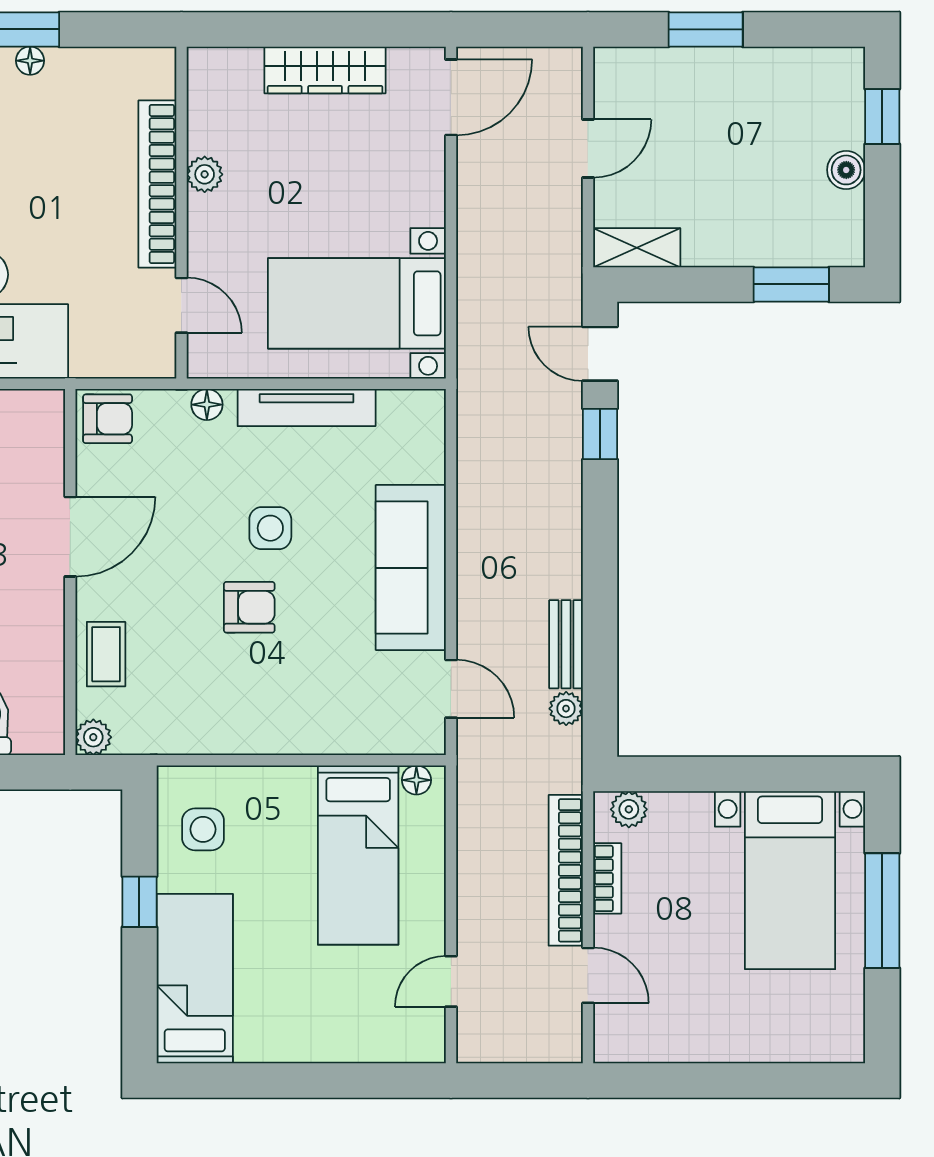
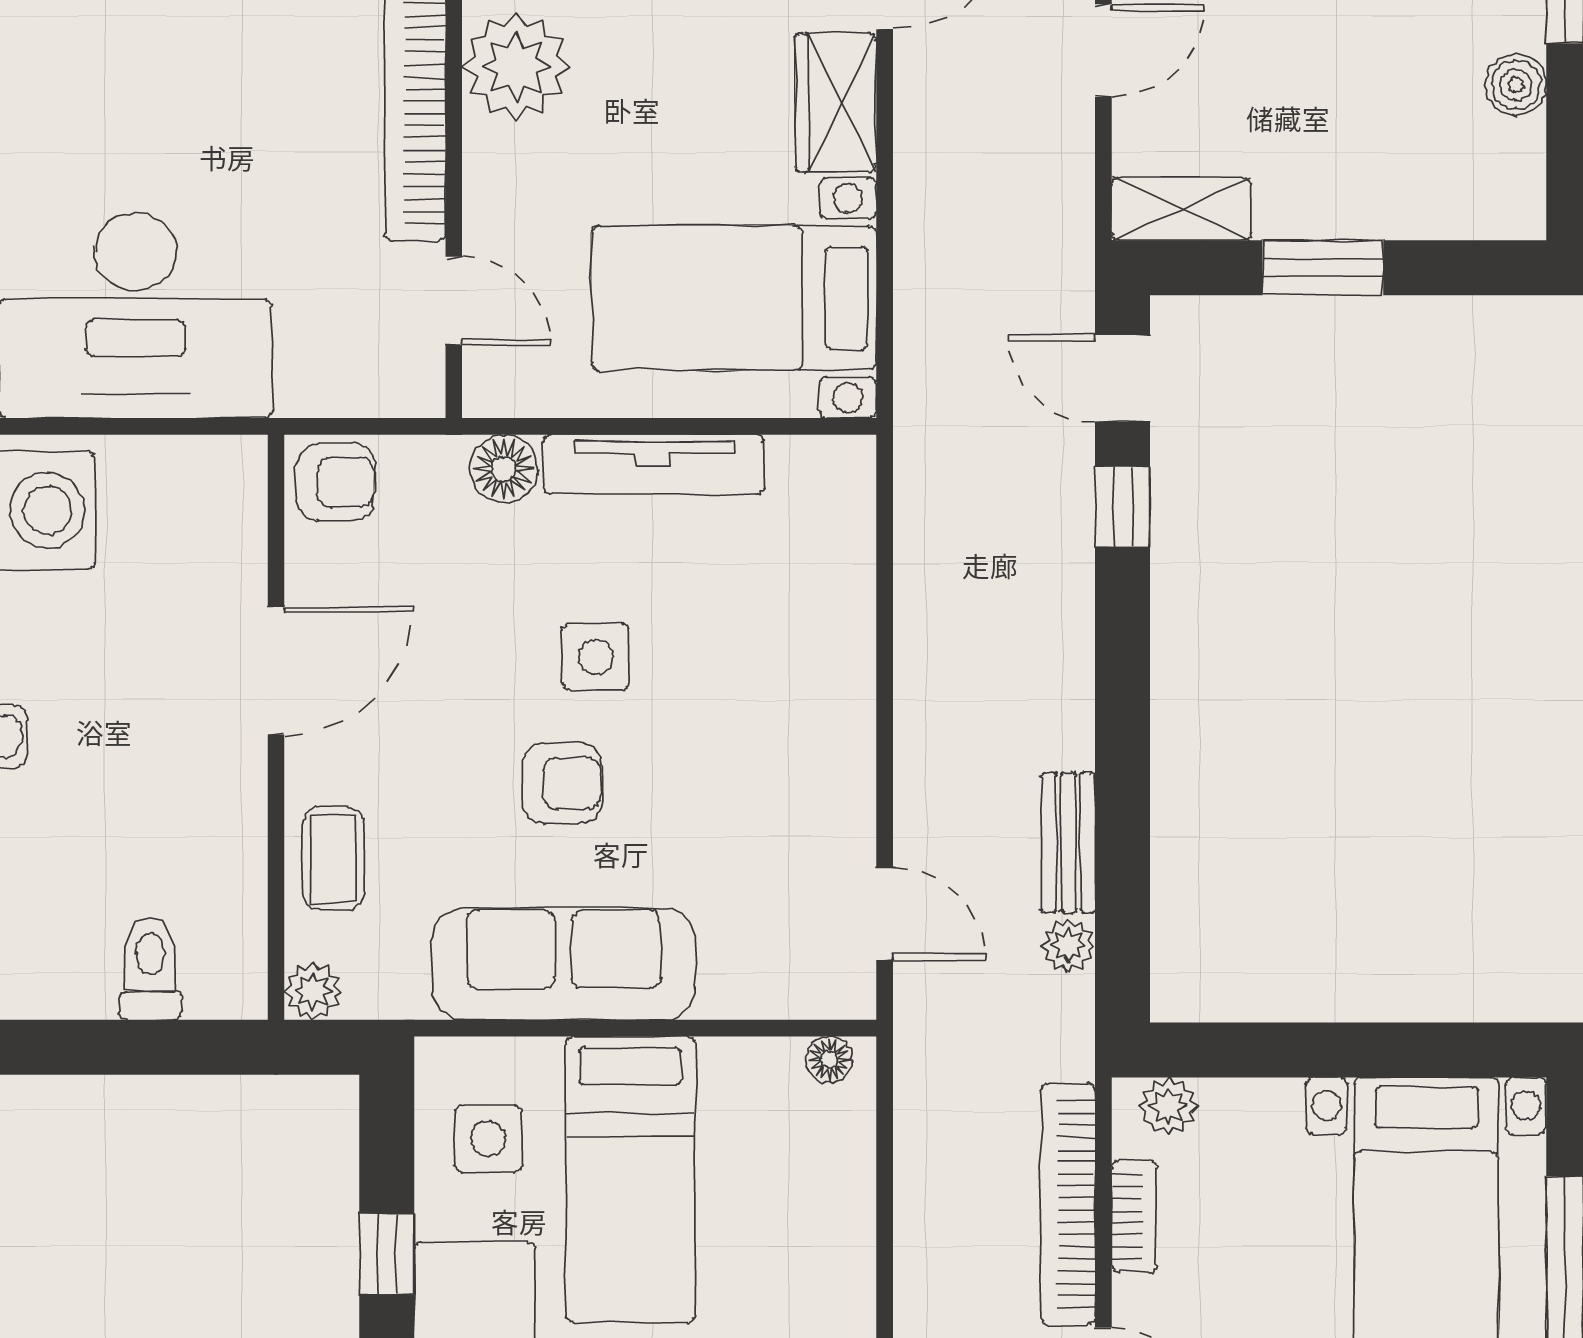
plant: (205, 174) -> (516, 66), width x1.87, depth x1.87
wardrobe: (421, 181) -> (836, 103), added
window: (791, 284) -> (1323, 268), moved
floor lamp: (207, 405) -> (504, 469), width x1.37, depth x1.37
sofa: (411, 568) -> (564, 964), moved, turned 90
bed: (358, 855) -> (630, 1179), moved

